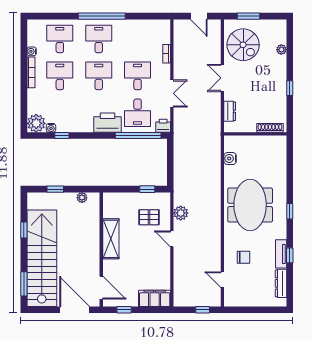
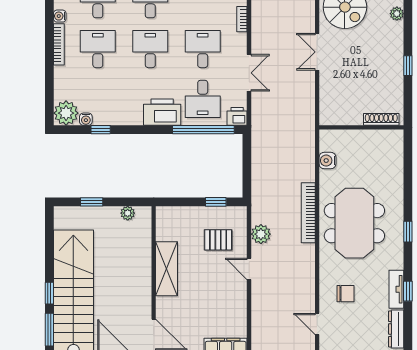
dresser: (230, 111) -> (327, 97), removed
bookcase: (216, 197) -> (308, 213), added
window: (24, 230) -> (49, 293), moved

